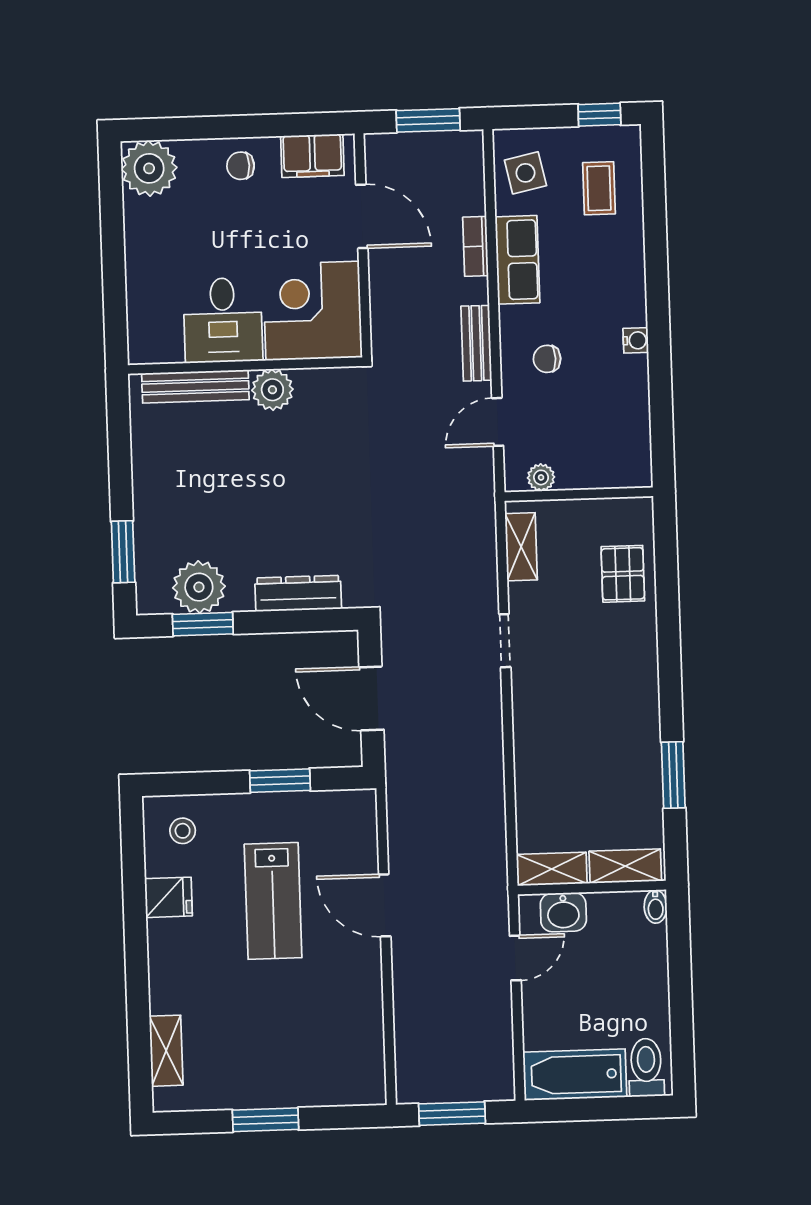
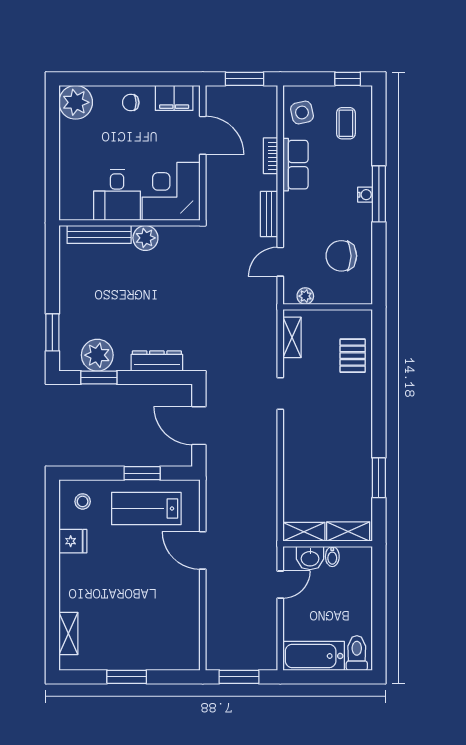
window: (658, 304) -> (379, 194), added
water cooler: (636, 340) -> (365, 195), moved
chair: (547, 359) -> (341, 256), moved, width x1.87, depth x1.87
lab bench: (273, 901) -> (146, 509), moved, turned 90
bidet: (656, 907) -> (332, 556), moved

